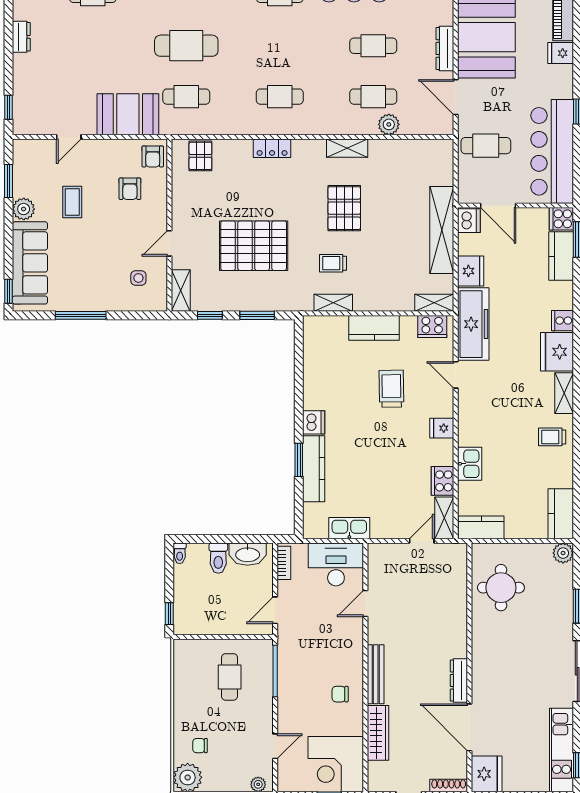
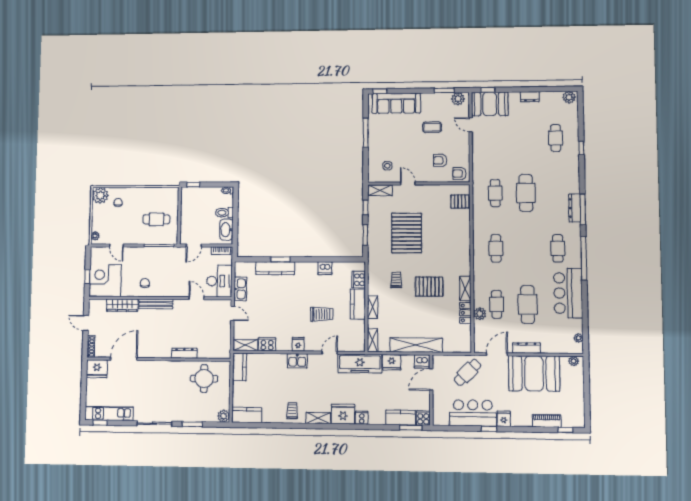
cafe table: (373, 46) -> (528, 304), width x1.37, depth x1.35
fridge: (561, 53) -> (504, 419), moved
booth: (128, 114) -> (490, 104), moved, turned 90
cafe table: (486, 146) -> (467, 372), turned 45
locker: (272, 148) -> (465, 313), moved
bar counter: (552, 151) -> (473, 413), width x0.73
plant: (24, 209) -> (458, 99), moved
shelving: (333, 303) -> (373, 307), moved
cooker: (432, 326) -> (359, 280), moved
dishwasher: (314, 422) -> (325, 268), moved
kitchen sink: (470, 464) -> (297, 361), moved
door: (422, 541) -> (233, 313), moved
door: (275, 610) -> (194, 246), swing flipped
dresser: (459, 681) -> (184, 353), moved

